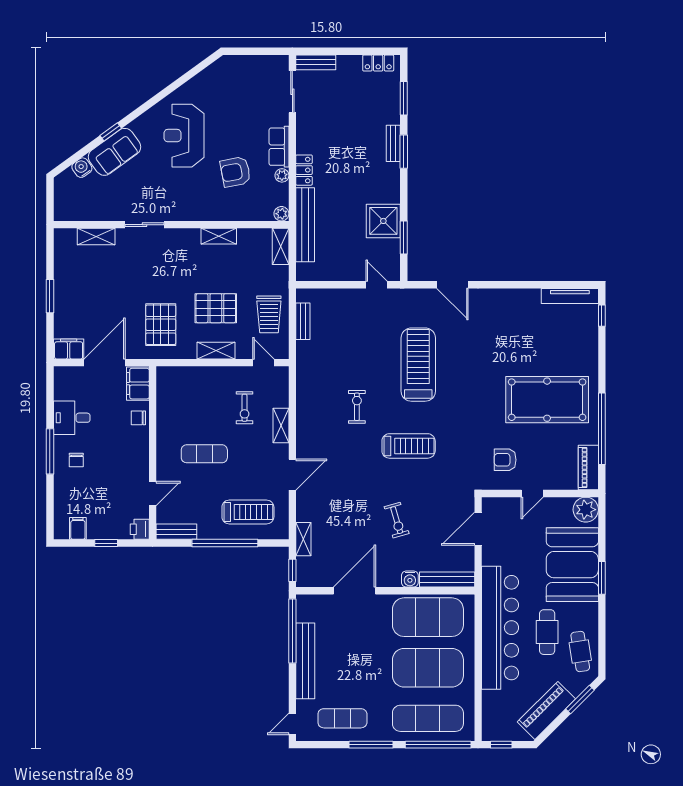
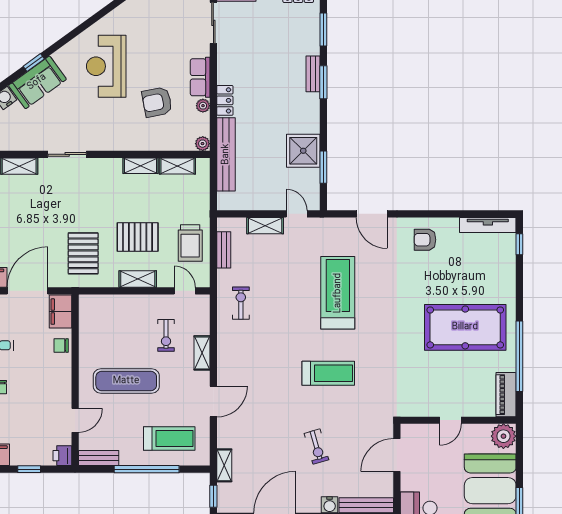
shelving: (281, 246) -> (177, 166), moved, turned 90
shelving: (345, 297) -> (265, 226), added
exercise bike: (357, 407) -> (241, 303), moved
exercise mat: (204, 454) -> (126, 381), width x1.36, depth x1.45
armchair: (505, 460) -> (425, 240), moved

